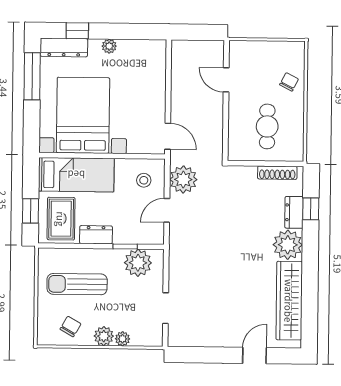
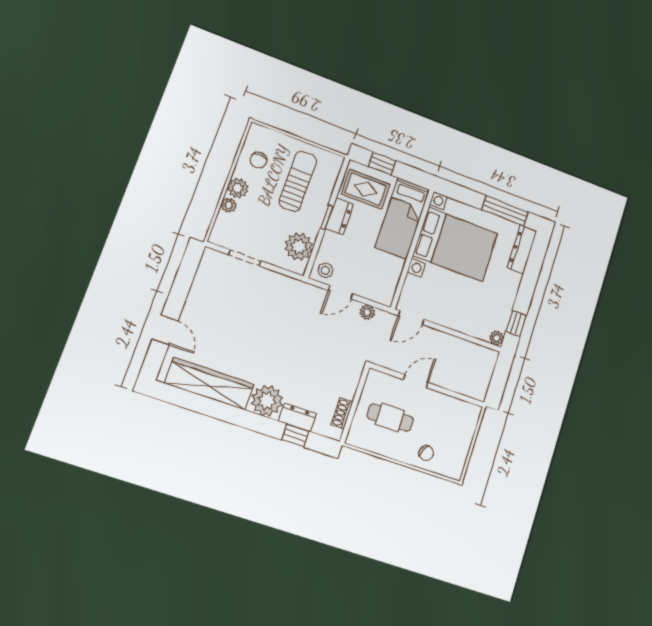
window: (77, 31) -> (516, 323), moved
plant: (109, 46) -> (497, 338), moved
door: (226, 80) -> (416, 381), moved
shoe rack: (277, 173) -> (342, 413), width x0.70
plant: (183, 179) -> (367, 312), width x0.53, depth x0.53
stool: (144, 180) -> (325, 270), moved
door: (167, 210) -> (341, 292), swing flipped
window: (125, 247) -> (327, 217), moved
chair: (71, 326) -> (259, 160), turned 60

